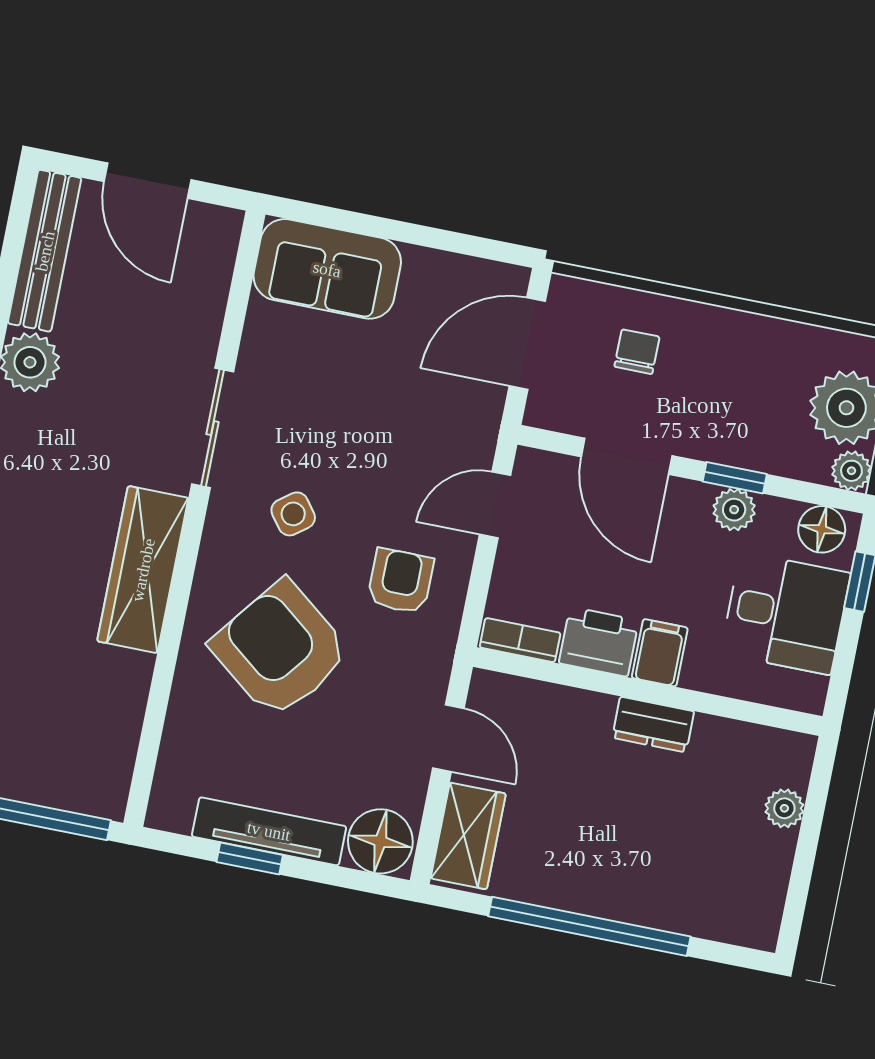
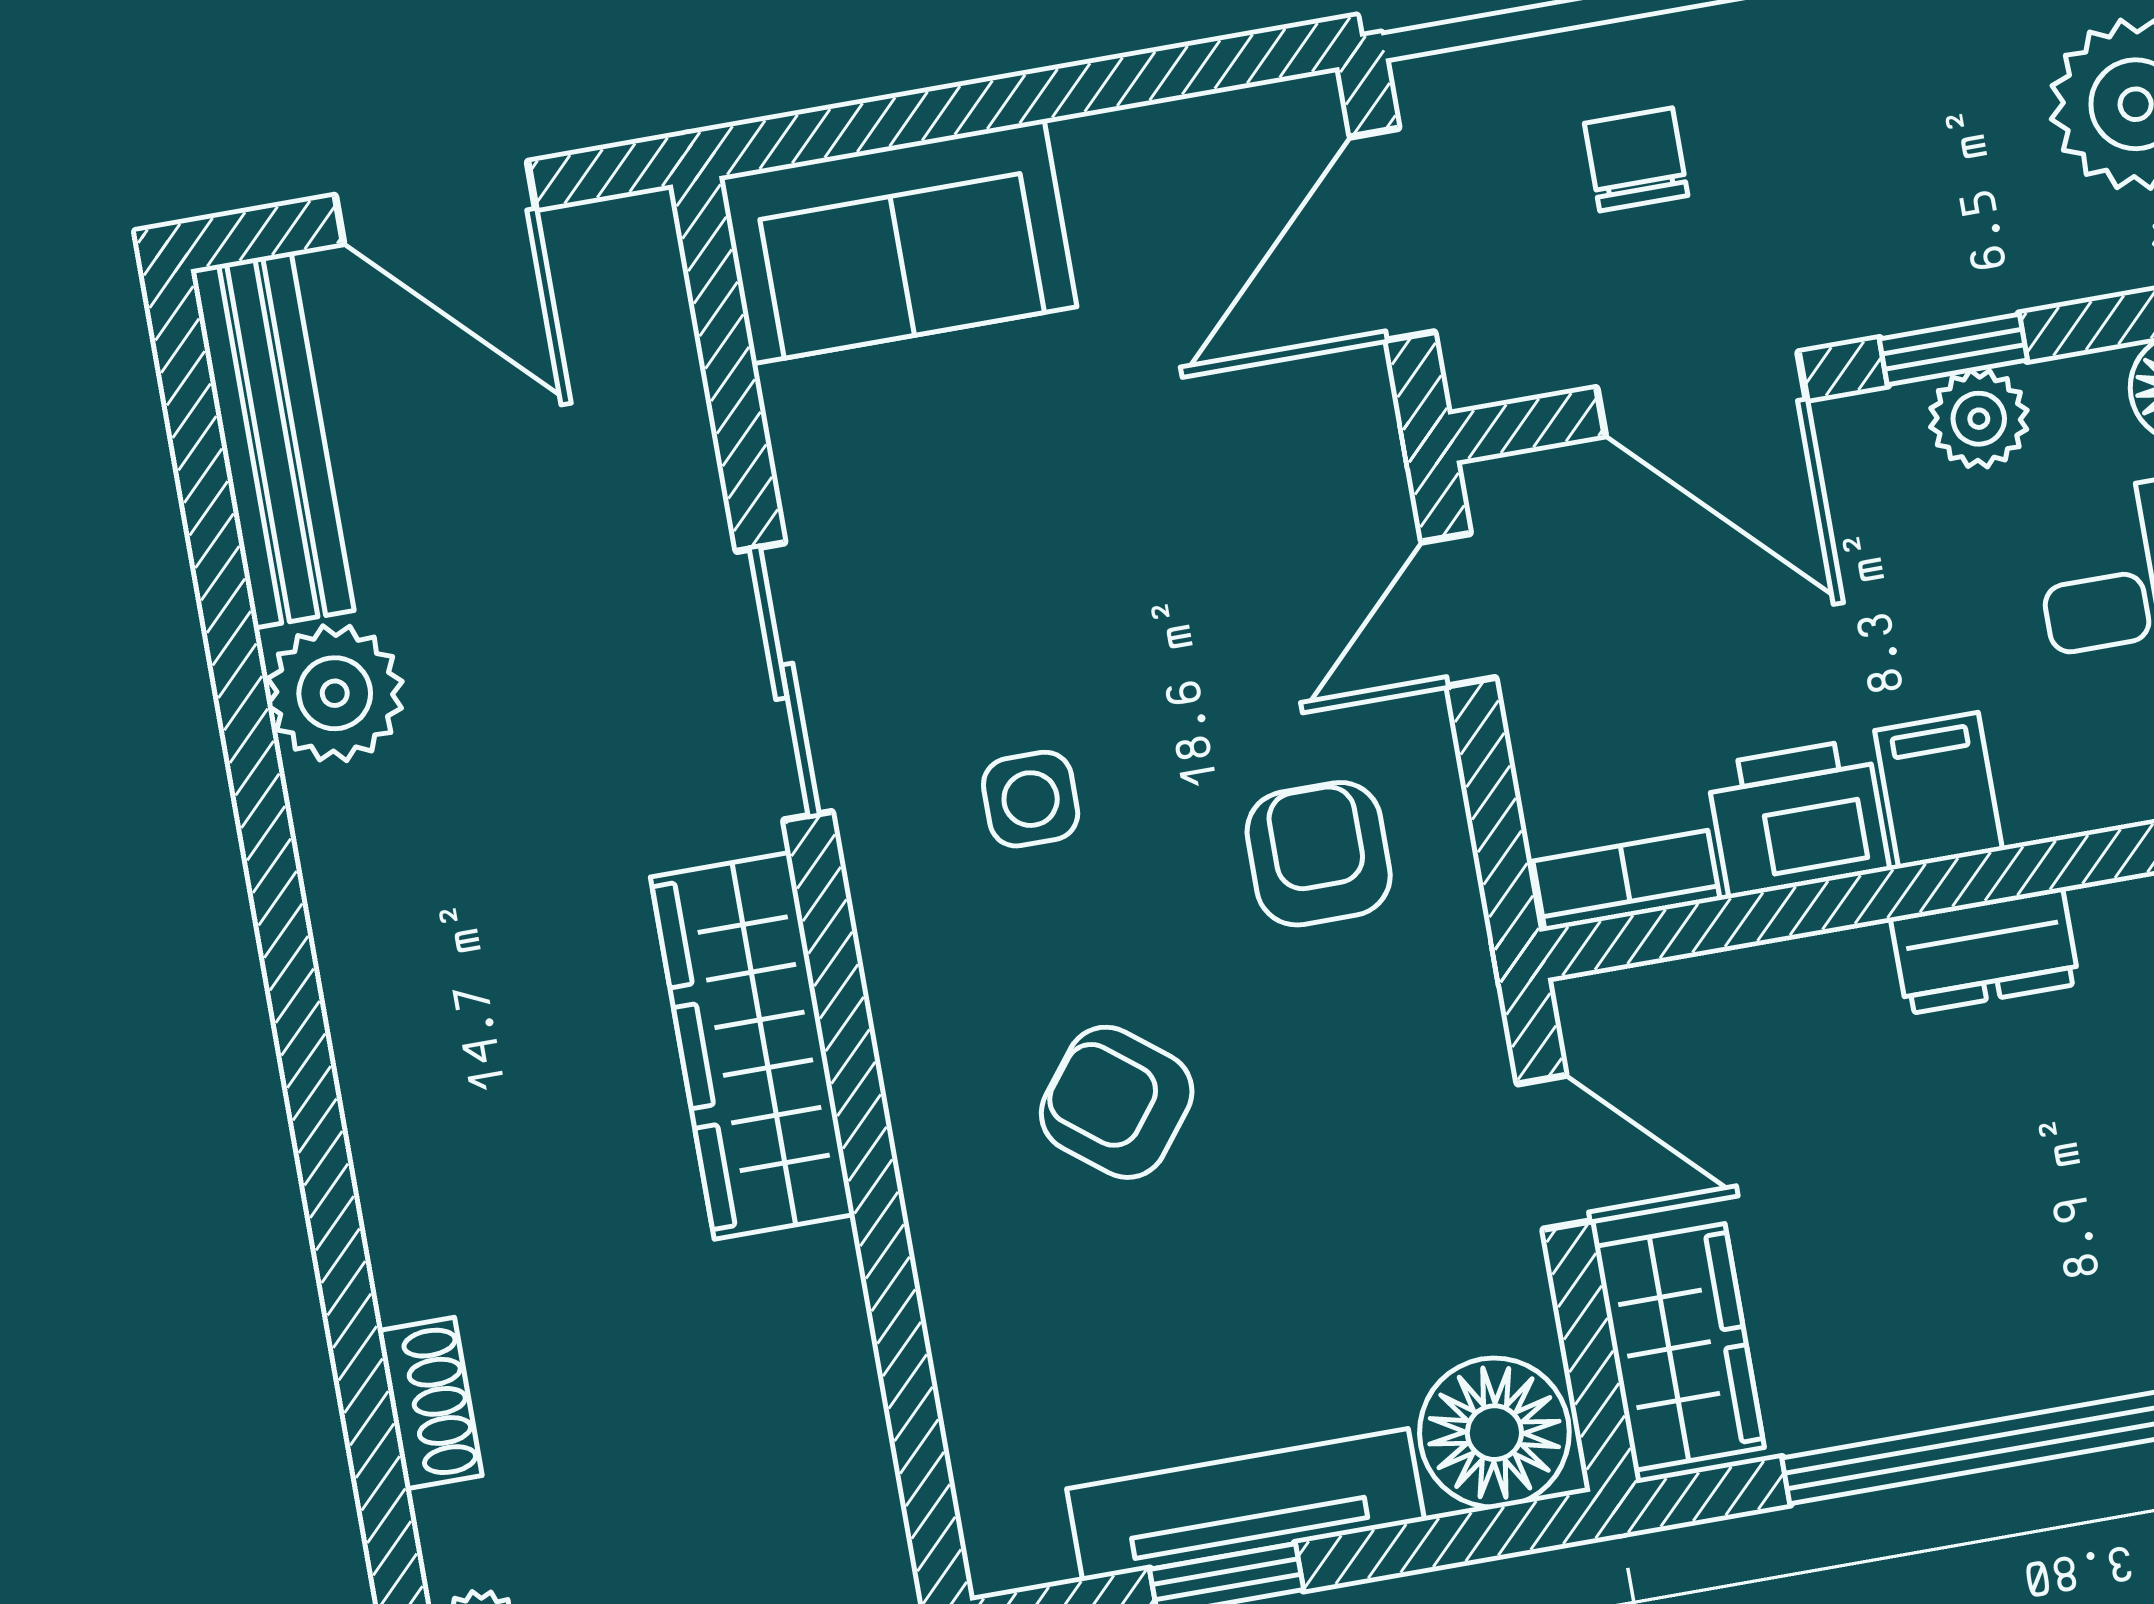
side table: (293, 514) -> (1031, 799), turned 37
armchair: (280, 649) -> (1117, 1102), width x0.53, depth x0.53

